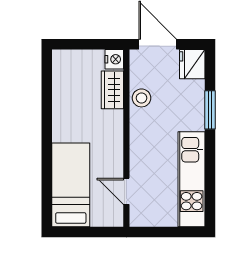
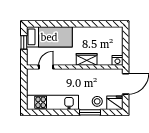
wardrobe: (112, 90) -> (87, 59), moved
stool: (142, 98) -> (97, 101), moved
window: (81, 232) -> (24, 42), added

